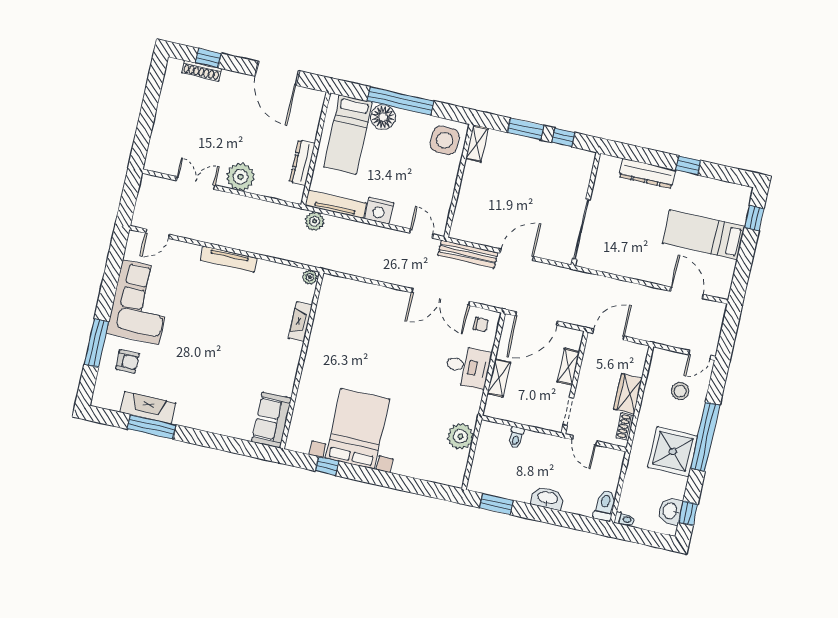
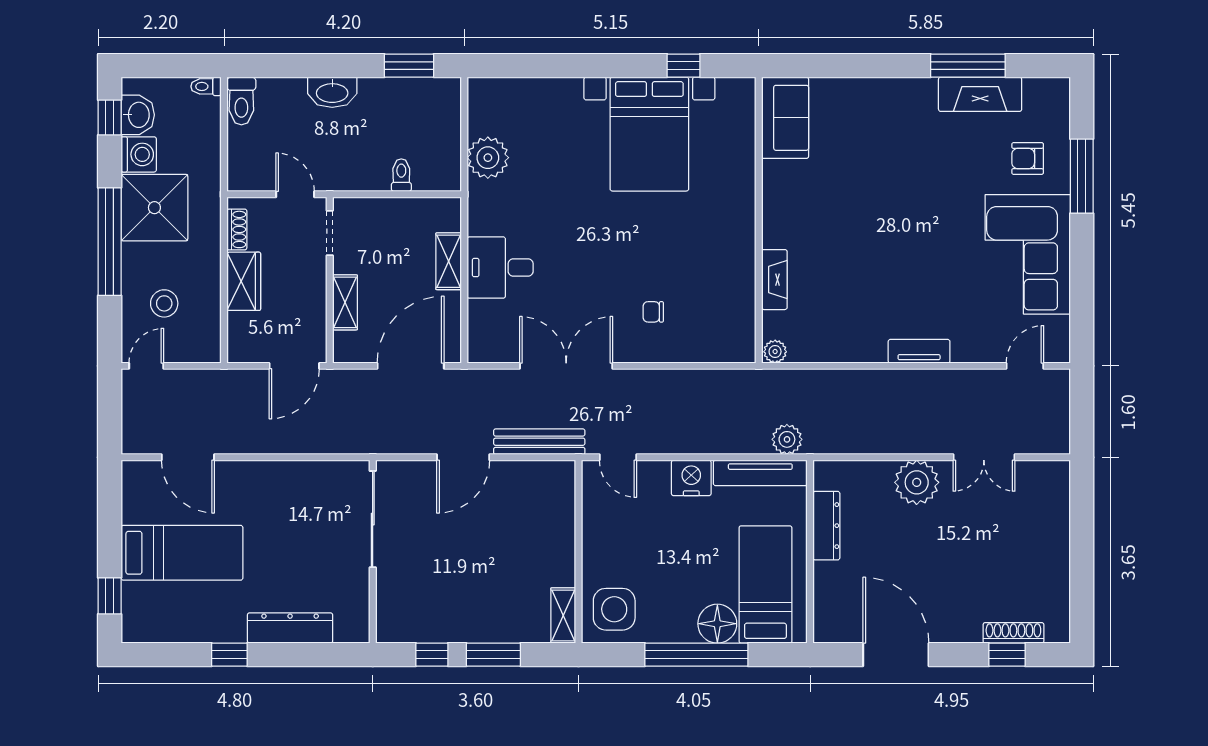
tv unit: (229, 259) -> (919, 351), width x0.71
chair: (481, 325) -> (653, 312), moved
washing machine: (675, 487) -> (139, 154), added

